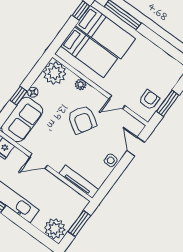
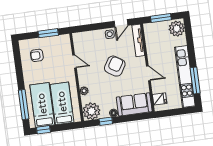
window: (18, 96) -> (106, 121), moved
armchair: (149, 100) -> (37, 55), moved
armchair: (82, 120) -> (115, 66), moved
door: (136, 147) -> (121, 23), moved

